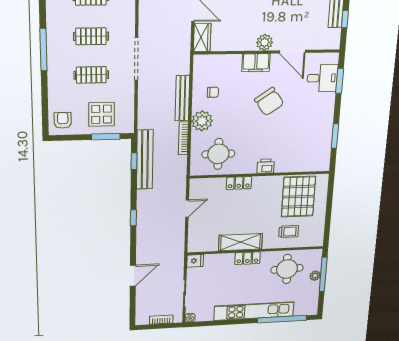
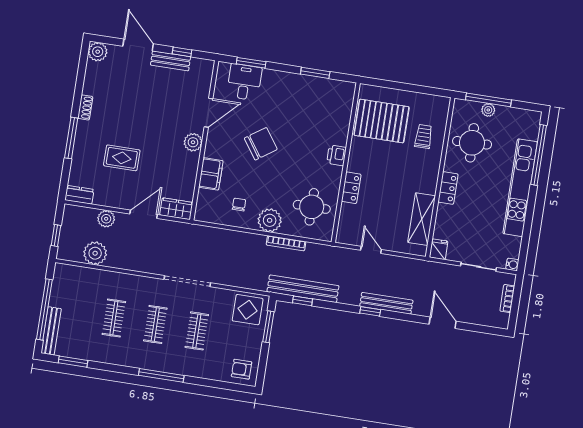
filing cabinet: (256, 63) -> (211, 174), moved
bench: (182, 98) -> (386, 303), moved
display table: (102, 114) -> (248, 310), moved
shelving: (240, 242) -> (422, 219), moved

